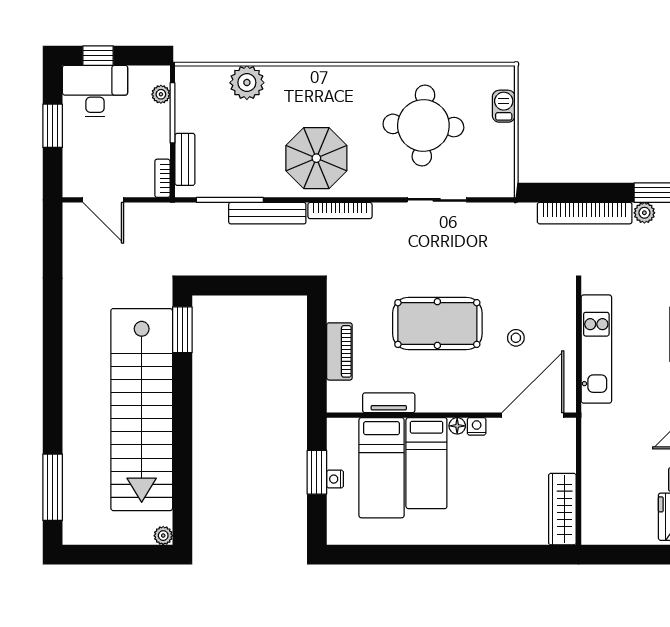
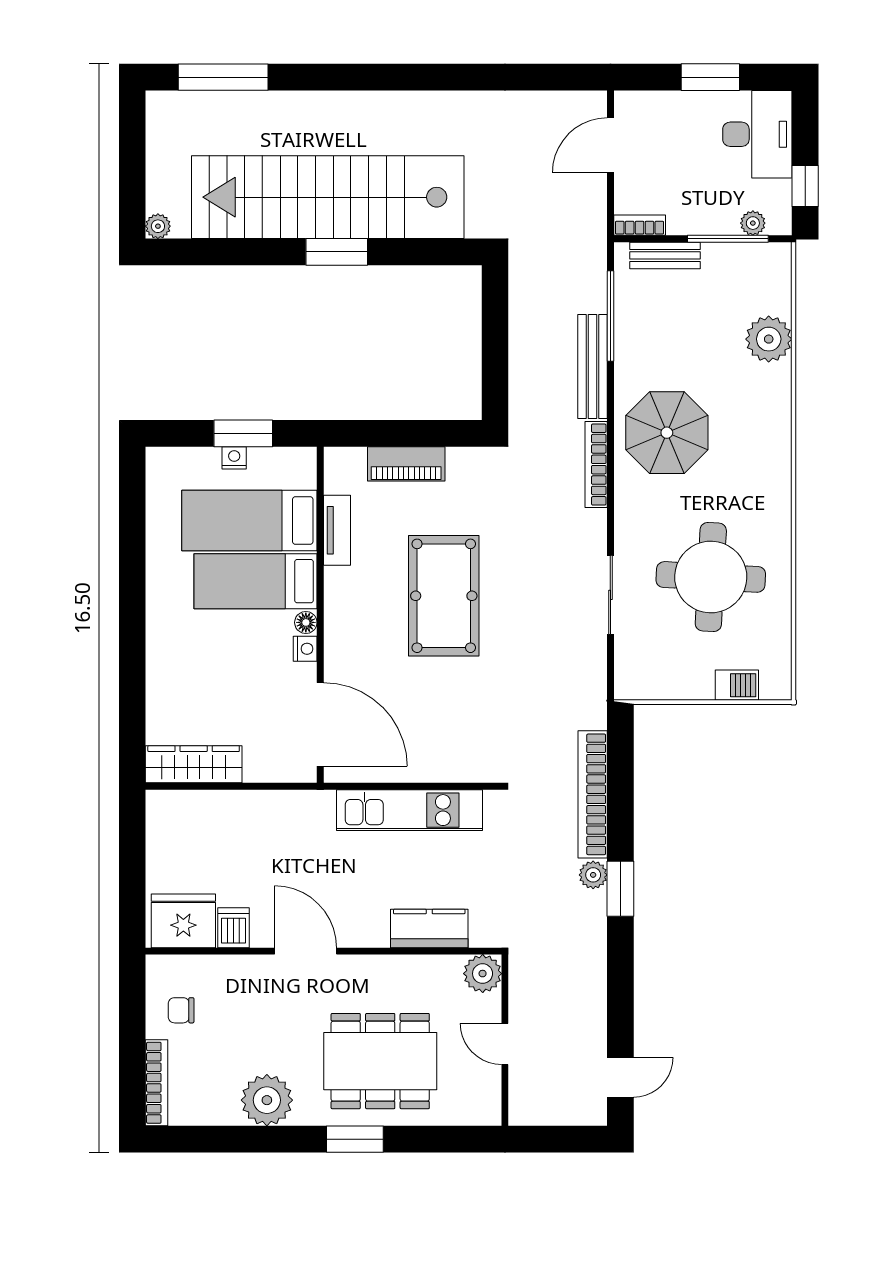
window: (98, 56) -> (805, 186), moved
window: (182, 330) -> (337, 252), moved
stool: (516, 338) -> (425, 702), removed

